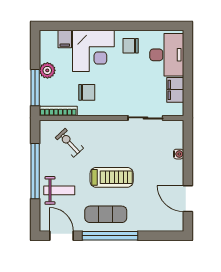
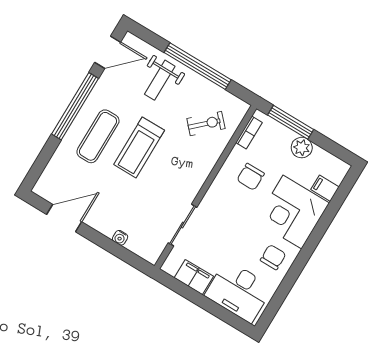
bookcase: (58, 111) -> (249, 133), width x0.64
exercise mat: (106, 214) -> (98, 136), moved

